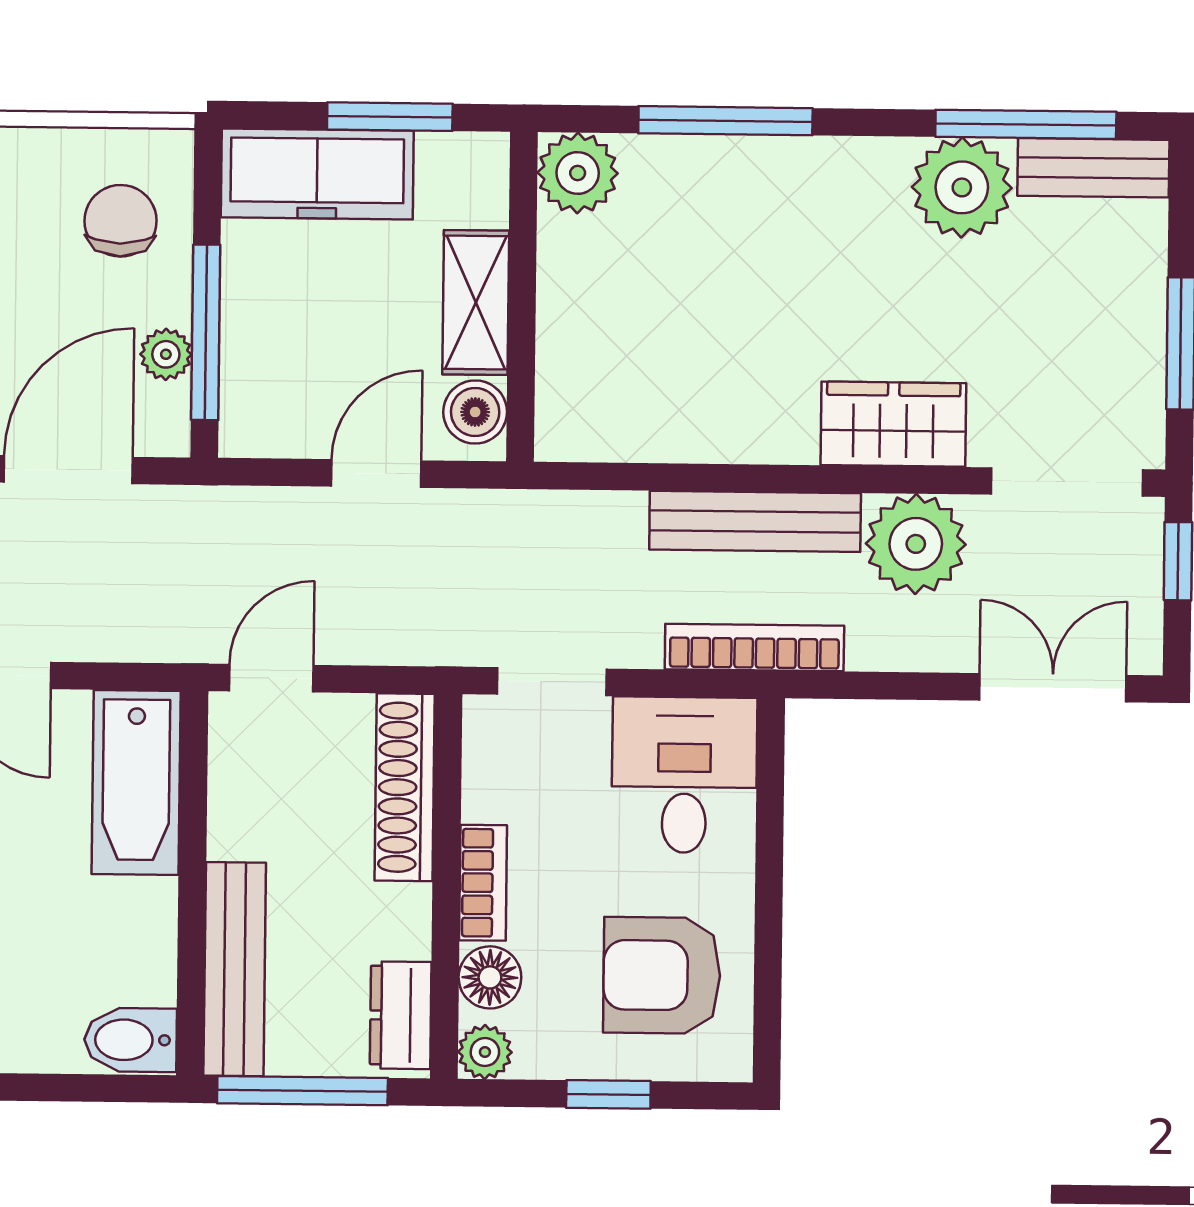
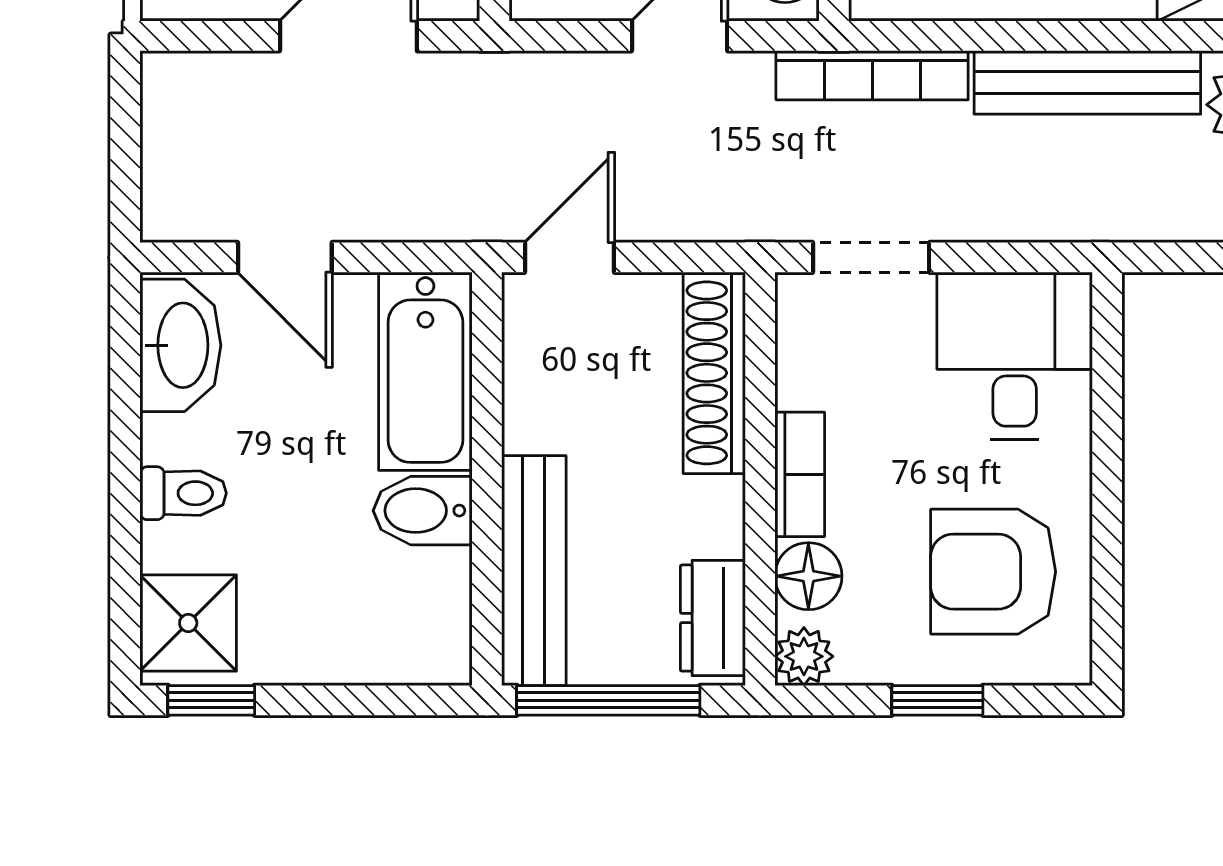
bookcase: (754, 648) -> (872, 75), moved, turned 180
bidet: (130, 1040) -> (423, 511), moved

